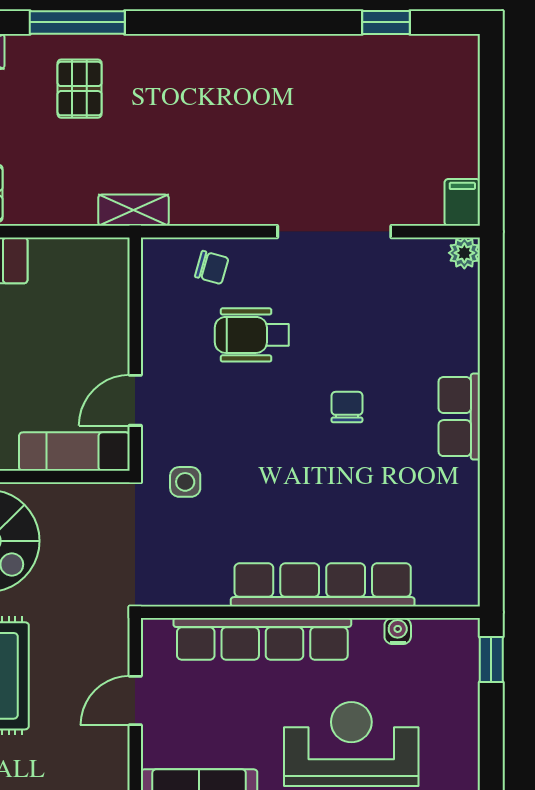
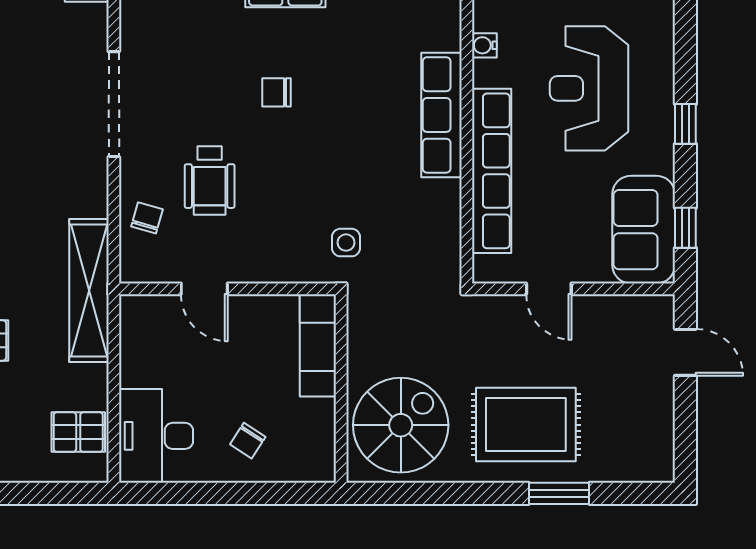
shelving: (133, 210) -> (89, 290), width x2.20, depth x1.33
door: (135, 400) -> (204, 289), moved
row of seats: (323, 585) -> (441, 115), width x0.73

